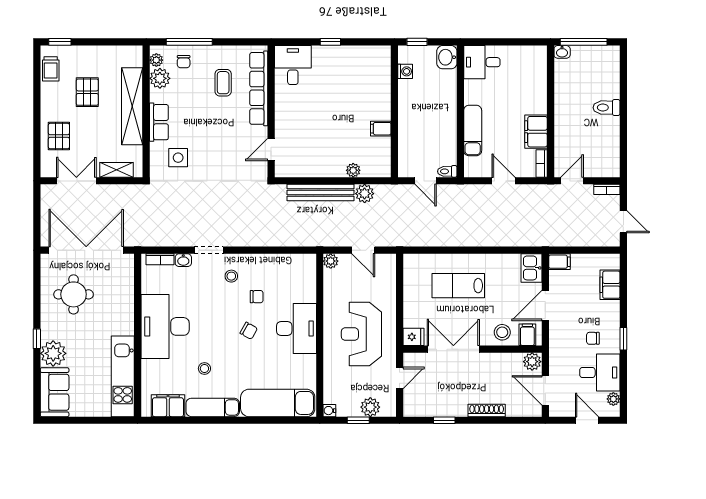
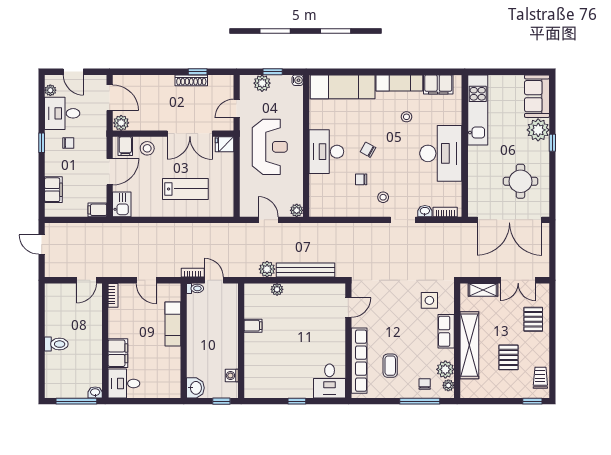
desk: (482, 62) -> (124, 384), moved, turned 180
filing cabinet: (536, 132) -> (118, 353), moved
bookcase: (607, 189) -> (193, 273), moved
shoe rack: (487, 410) -> (191, 80), moved

